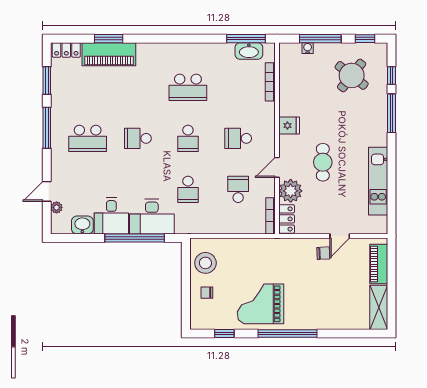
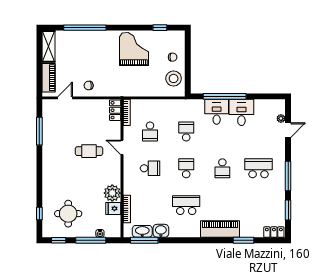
piano: (109, 54) -> (220, 229), moved
round table: (352, 75) -> (68, 214), turned -38
window: (392, 113) -> (39, 131), moved
fridge: (289, 126) -> (113, 208), moved
school desk: (138, 138) -> (222, 168), turned 90
cafe table: (323, 162) -> (89, 151), turned 90
door: (277, 167) -> (122, 147), swing flipped
kitchen unit: (378, 181) -> (49, 137), removed
plant: (291, 191) -> (112, 193), moved
desk: (152, 217) -> (217, 112), width x0.73
washbasin: (82, 225) -> (161, 231), moved, turned 180
door: (340, 236) -> (65, 98), moved
grand piano: (260, 304) -> (134, 49), turned -90
window: (288, 333) -> (85, 28), moved

